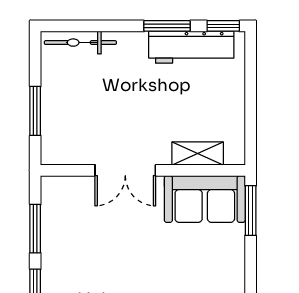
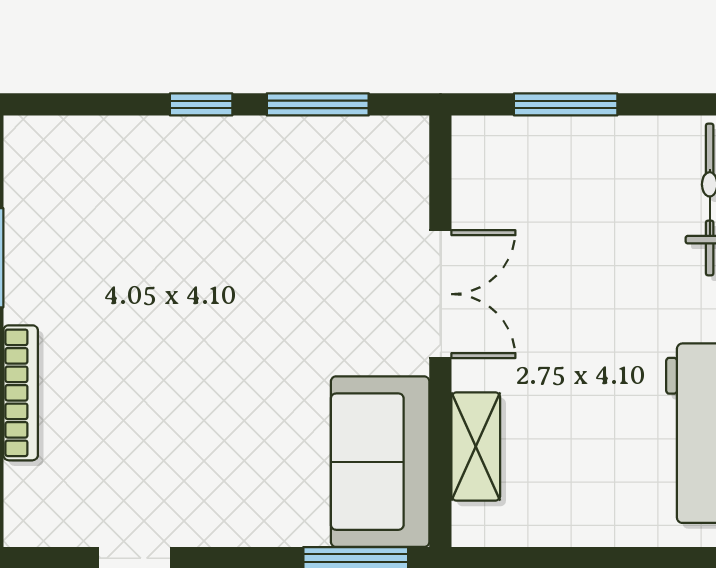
double door: (125, 170) -> (440, 294), swing flipped

